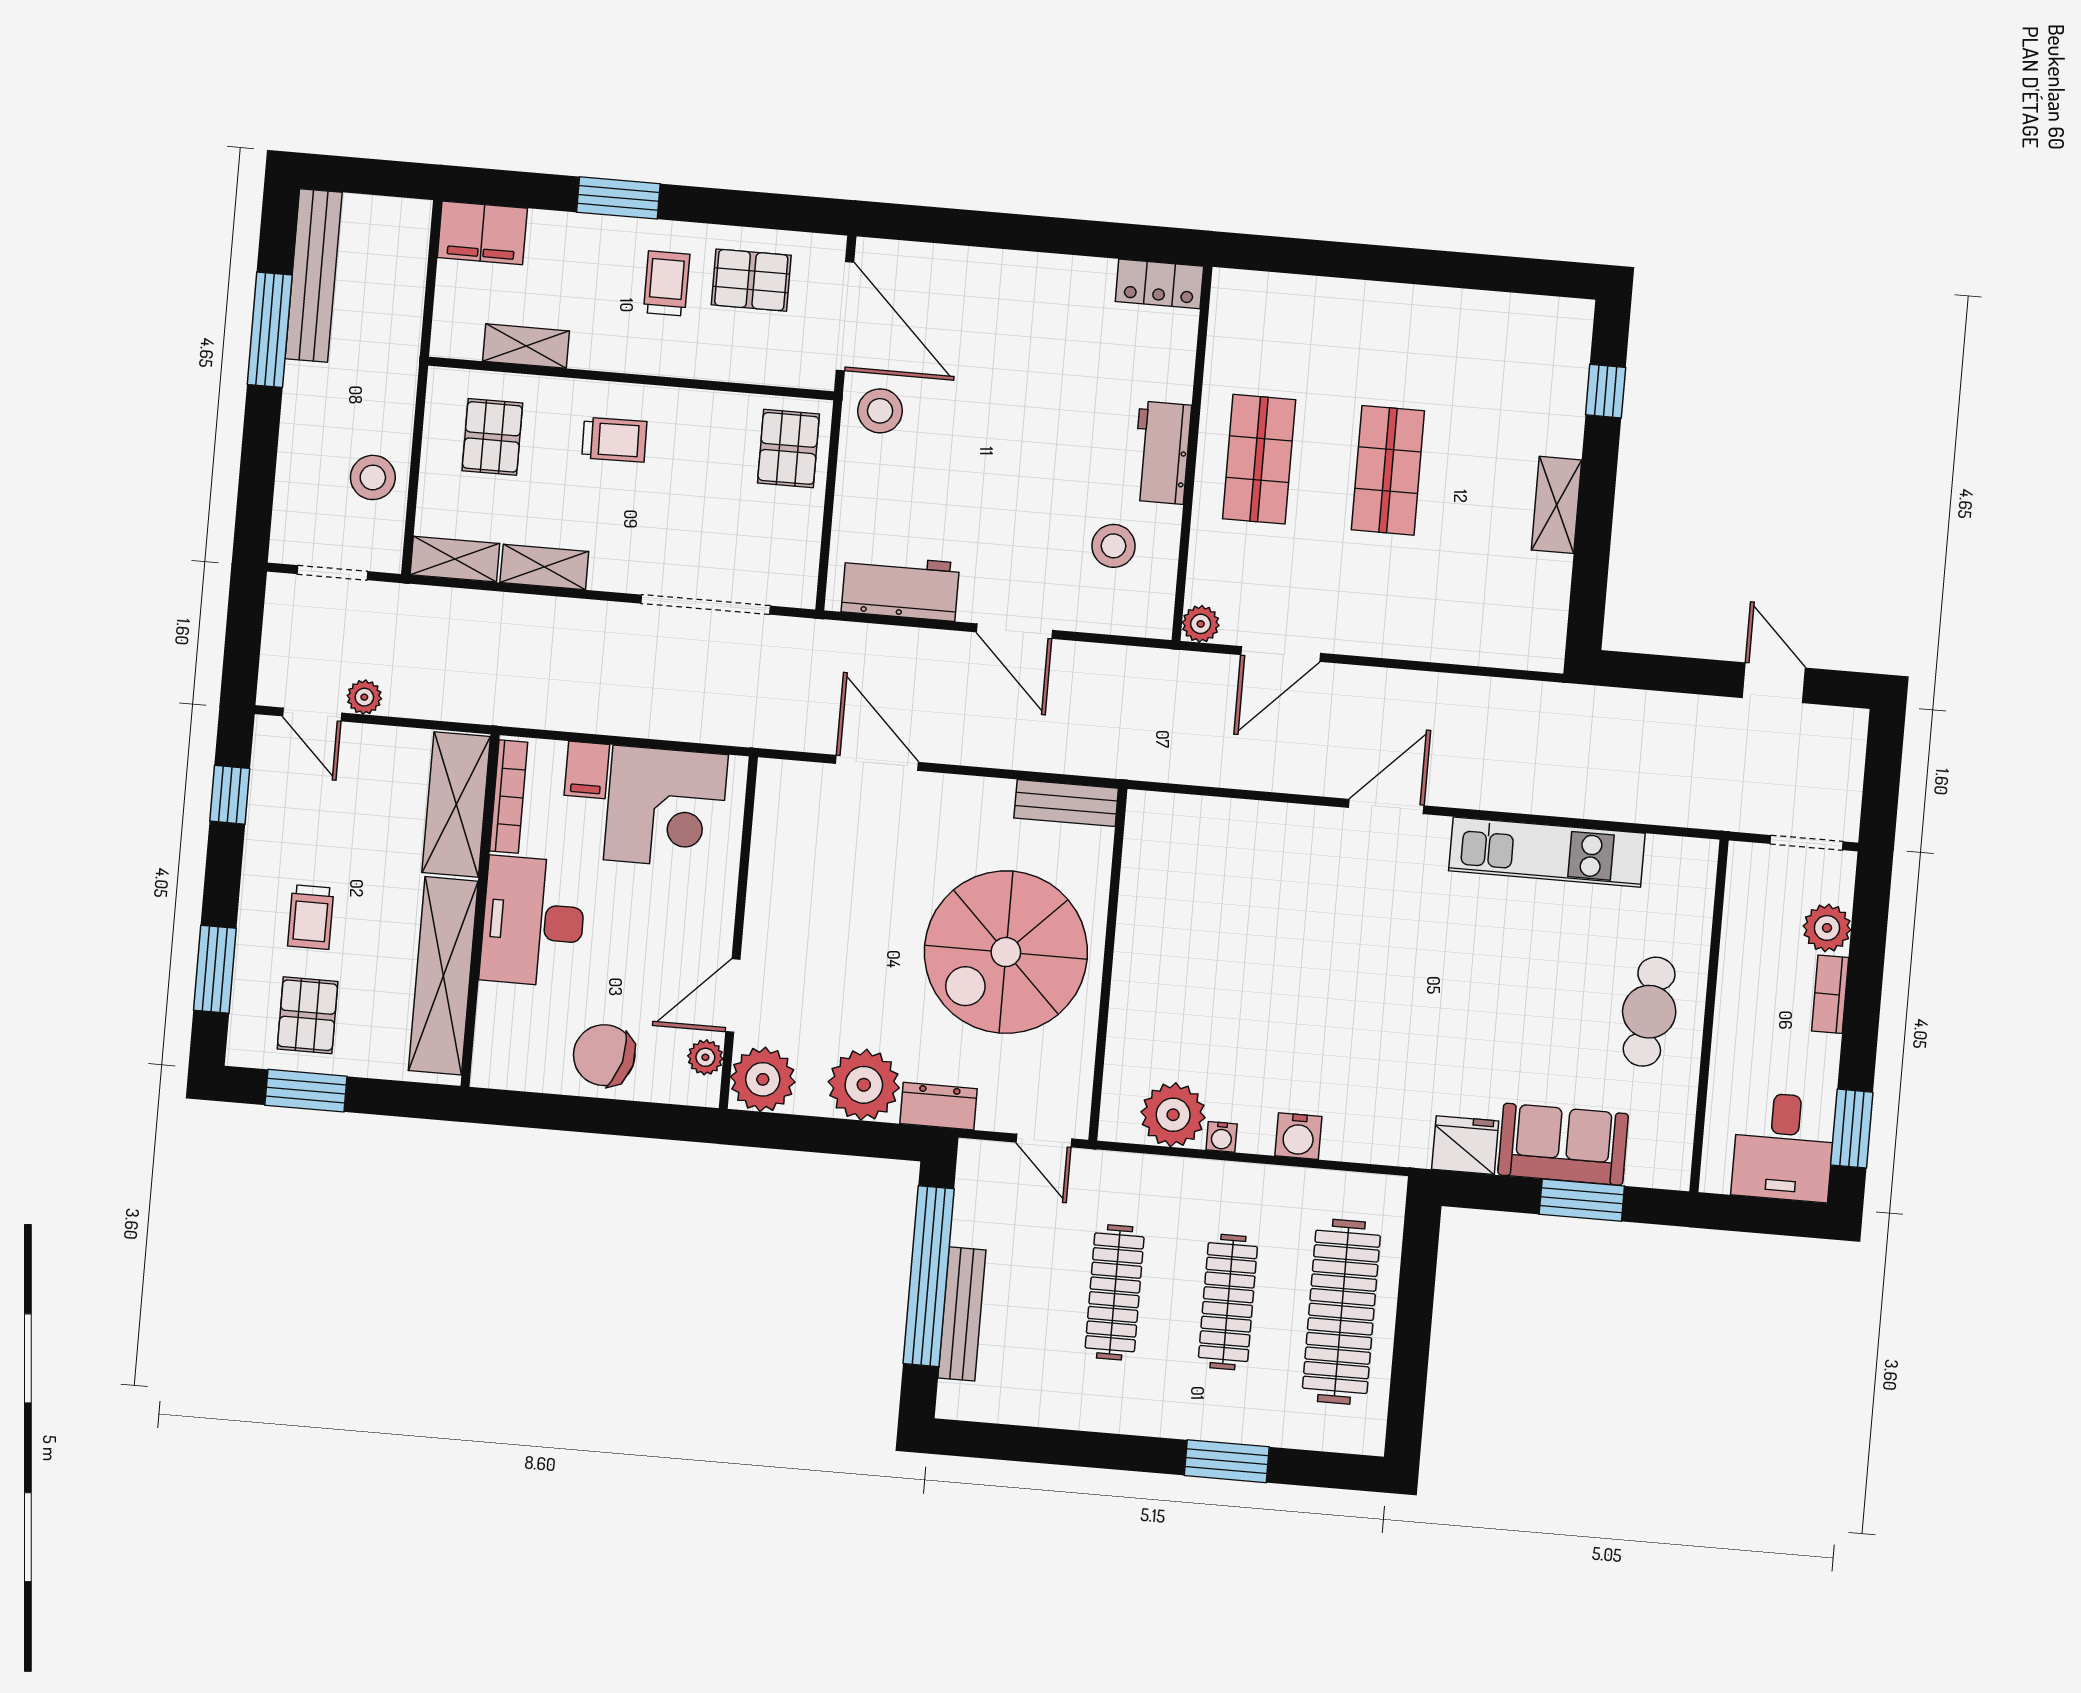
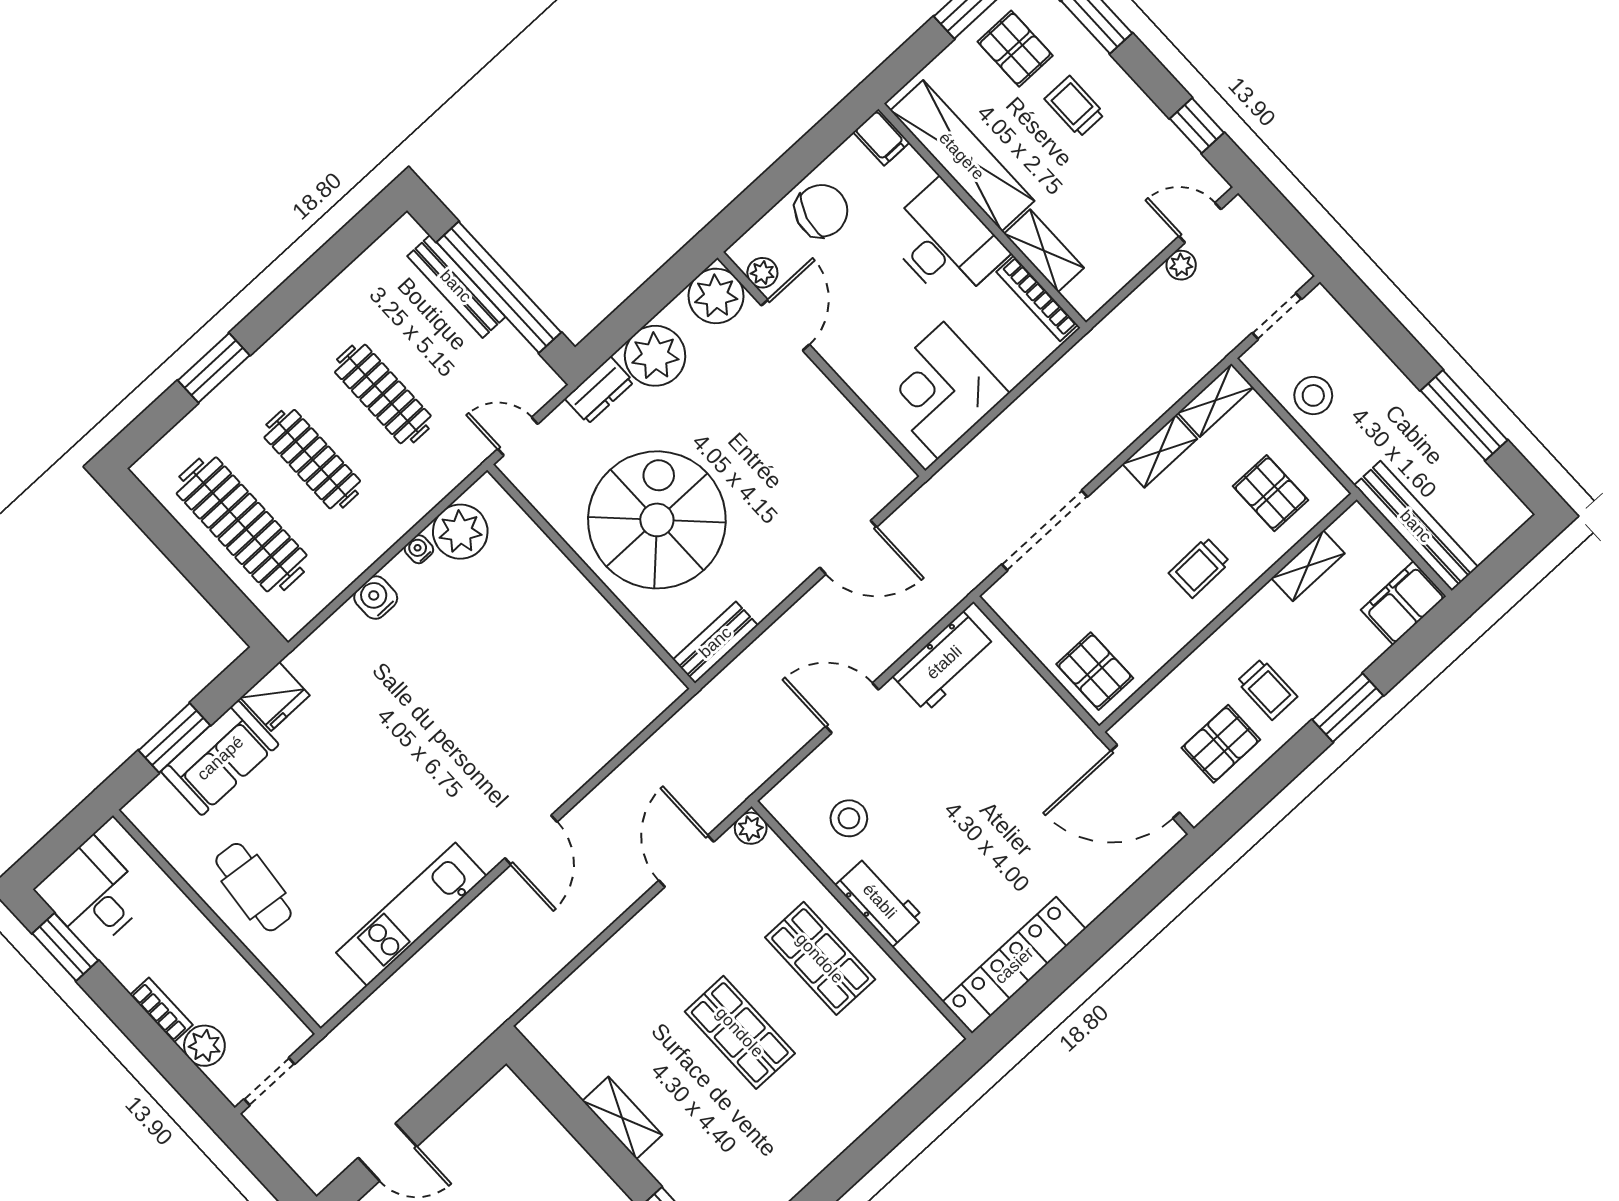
bench: (314, 276) -> (1416, 526), moved
locker: (1159, 284) -> (1014, 965), width x2.16, depth x1.21
stool: (880, 411) -> (1066, 750), removed
filing cabinet: (587, 770) -> (881, 137), moved, turned 180
shelving: (456, 805) -> (1044, 251), width x0.67, depth x0.75

